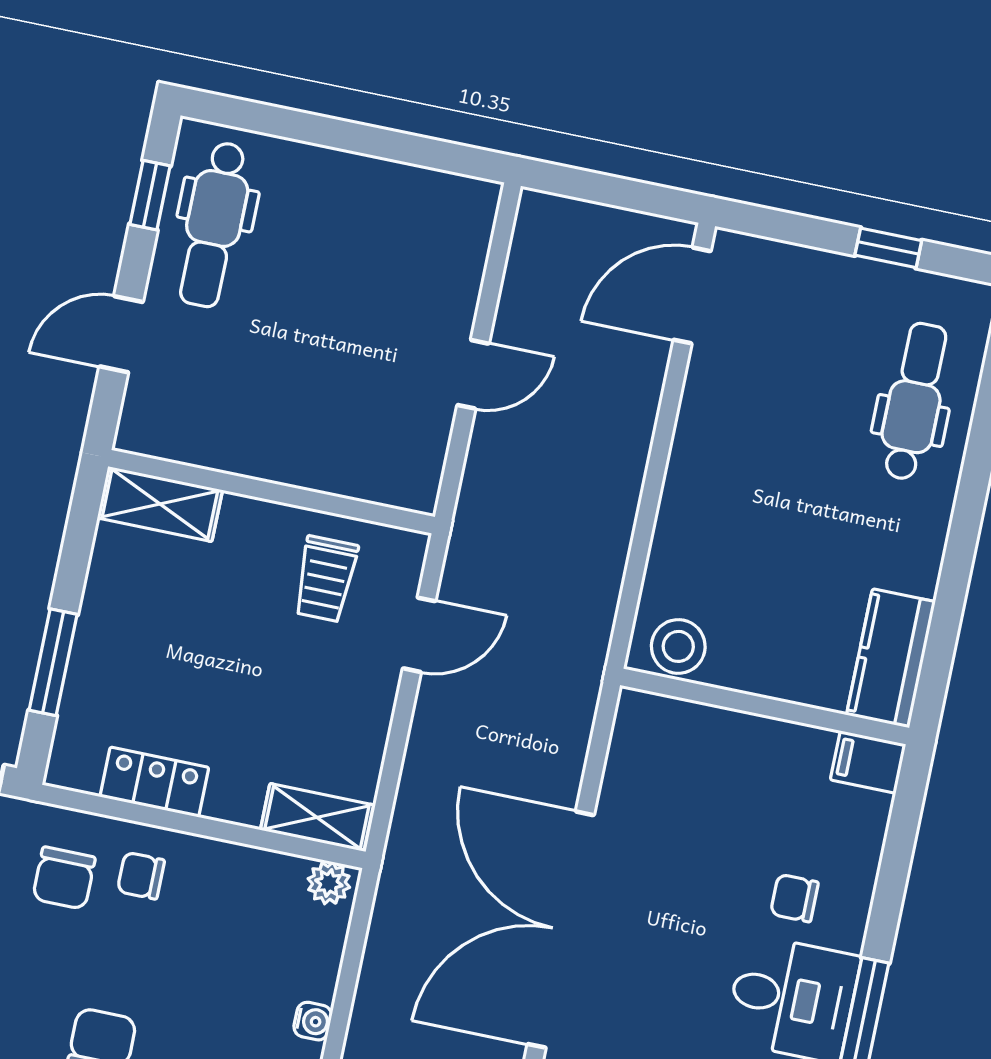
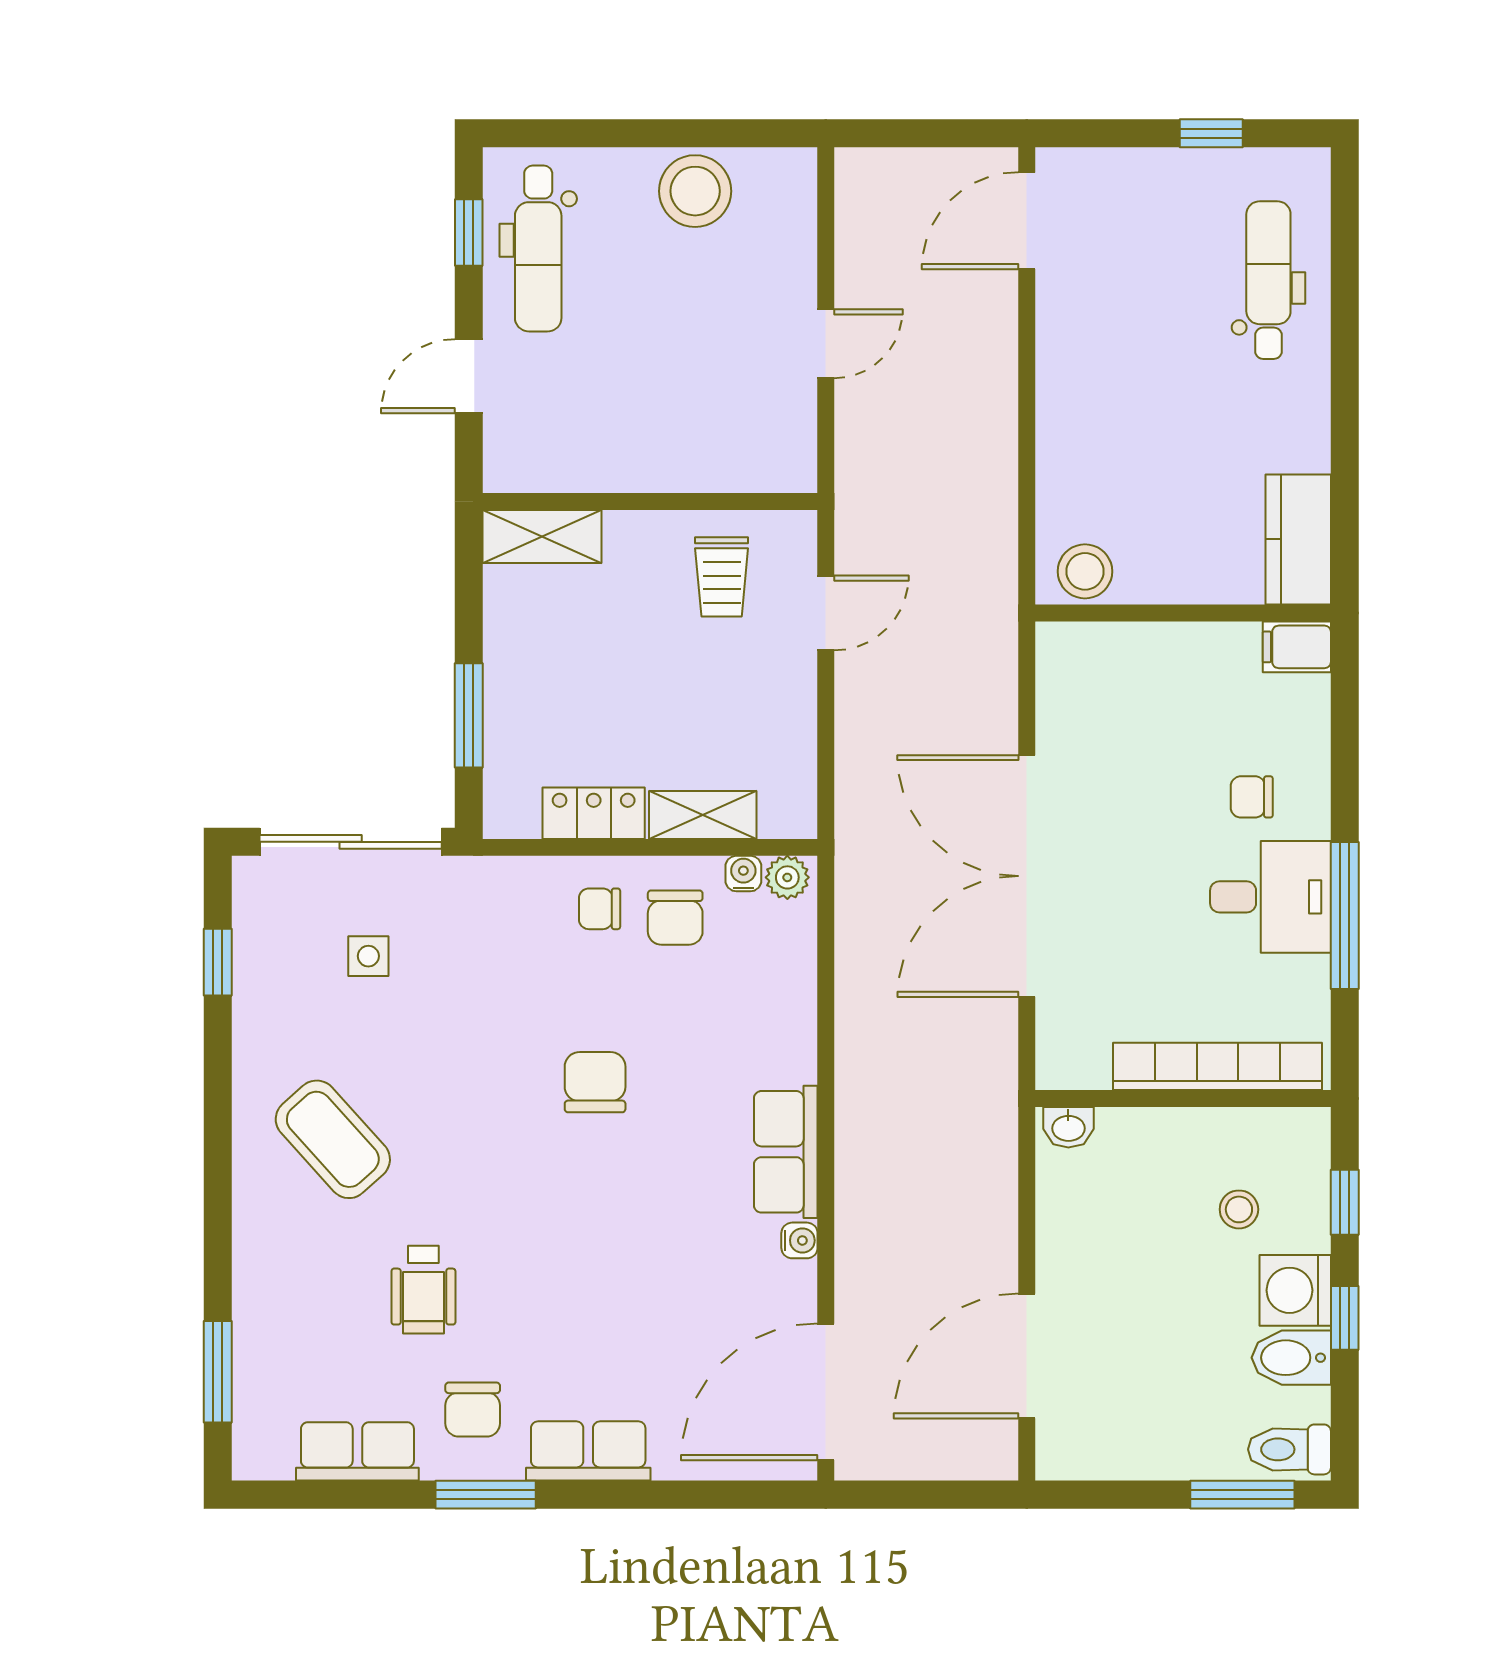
stool: (377, 200) -> (695, 191), added
shelving: (317, 817) -> (703, 815), moved
chair: (64, 878) -> (675, 918), moved
water cooler: (313, 1021) -> (743, 874), moved, turned -90

